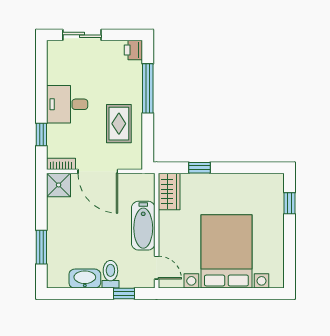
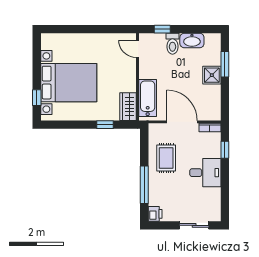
shower: (59, 185) -> (212, 75), moved
bathtub: (143, 226) -> (148, 98), moved
bed with nightstands: (226, 251) -> (69, 83), moved, turned -90

